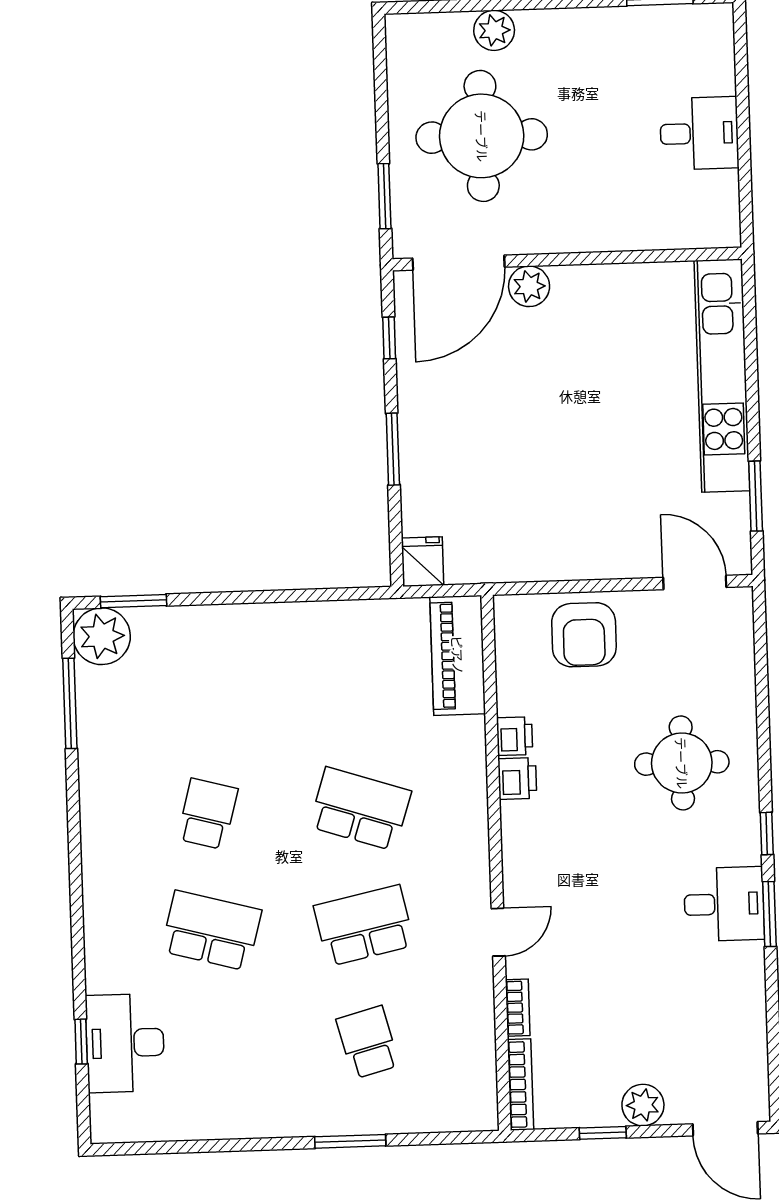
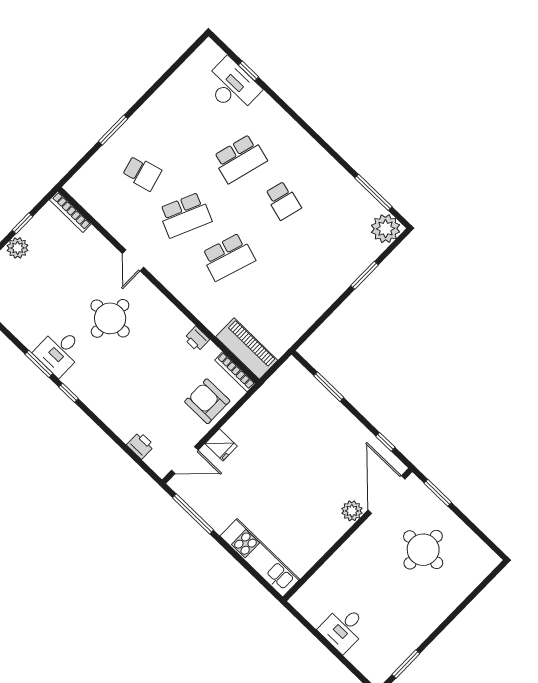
plant: (494, 30) -> (456, 593), removed
round table: (482, 136) -> (423, 550), width x0.73, depth x0.73
kitchen unit: (722, 376) -> (260, 558), width x0.73
window: (393, 449) -> (329, 387), moved
window: (756, 496) -> (193, 514), width x1.44
fridge: (423, 562) -> (221, 445), moved
window: (133, 601) -> (365, 275), moved
round table: (682, 763) -> (110, 318), moved
printer: (517, 779) -> (140, 445), moved, turned 180
school desk: (364, 926) -> (185, 215), turned 36
bookcase: (518, 1008) -> (235, 372), moved, width x1.56

